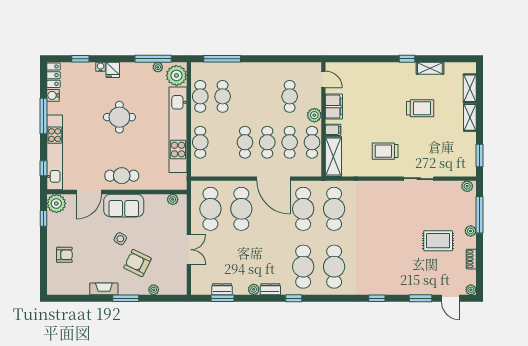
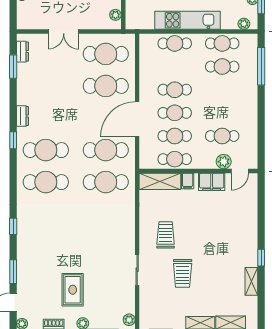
plant: (176, 75) -> (244, 24), width x0.53, depth x0.53
trolley: (420, 108) -> (183, 273), moved
plant: (314, 115) -> (224, 162), moved
kitchen unit: (178, 130) -> (188, 20), width x0.73
dresser: (222, 289) -> (22, 52), moved
plant: (254, 289) -> (22, 99), removed

